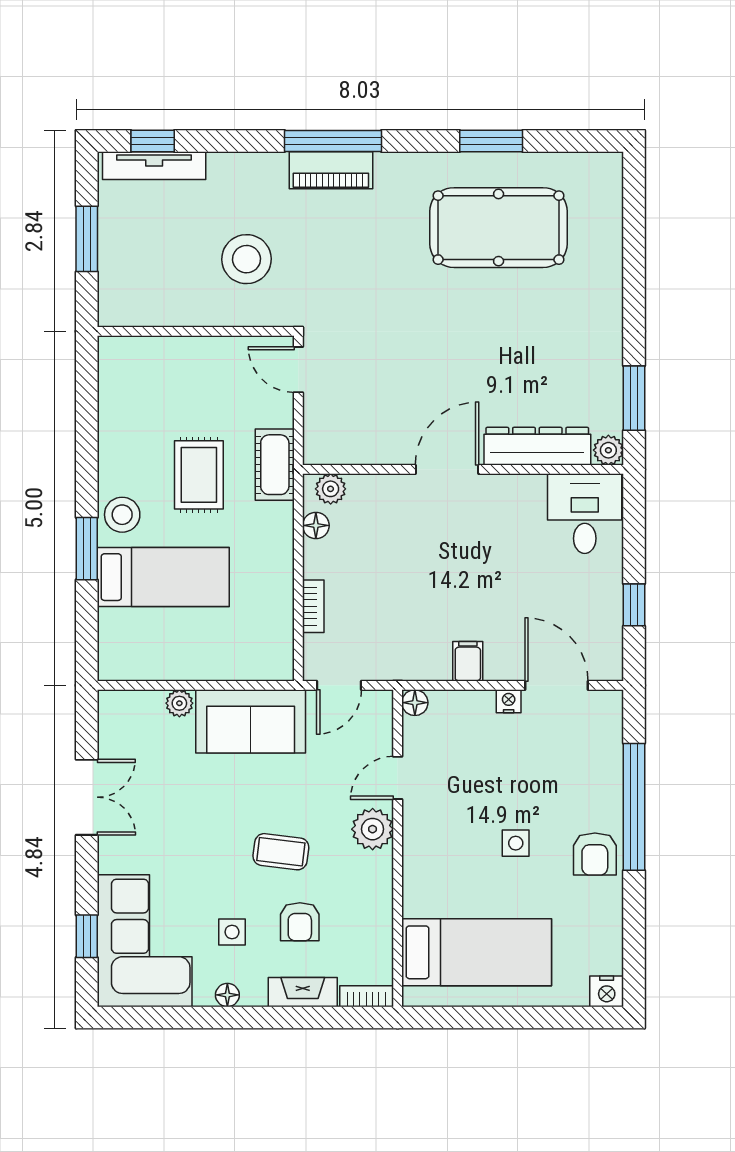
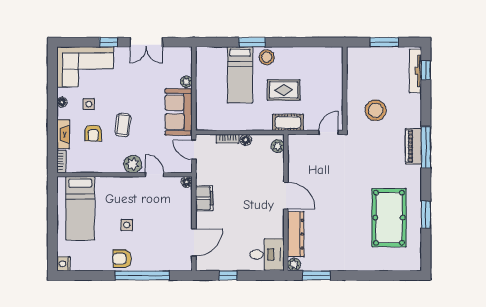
floor lamp: (316, 525) -> (246, 140), moved
filing cabinet: (468, 661) -> (204, 198), width x2.00
nightstand: (509, 701) -> (187, 222), removed
armchair: (300, 922) -> (93, 133), turned -90
window: (87, 936) -> (109, 42), moved

